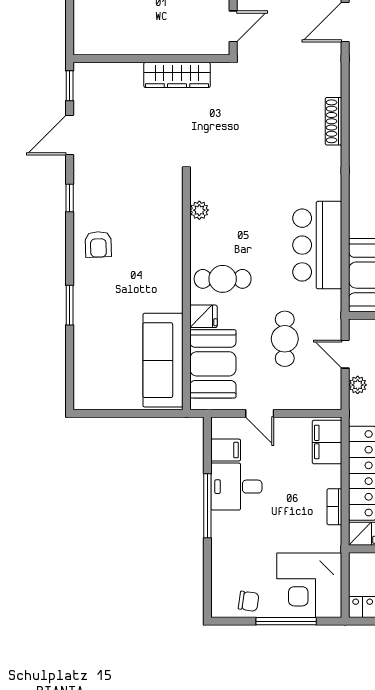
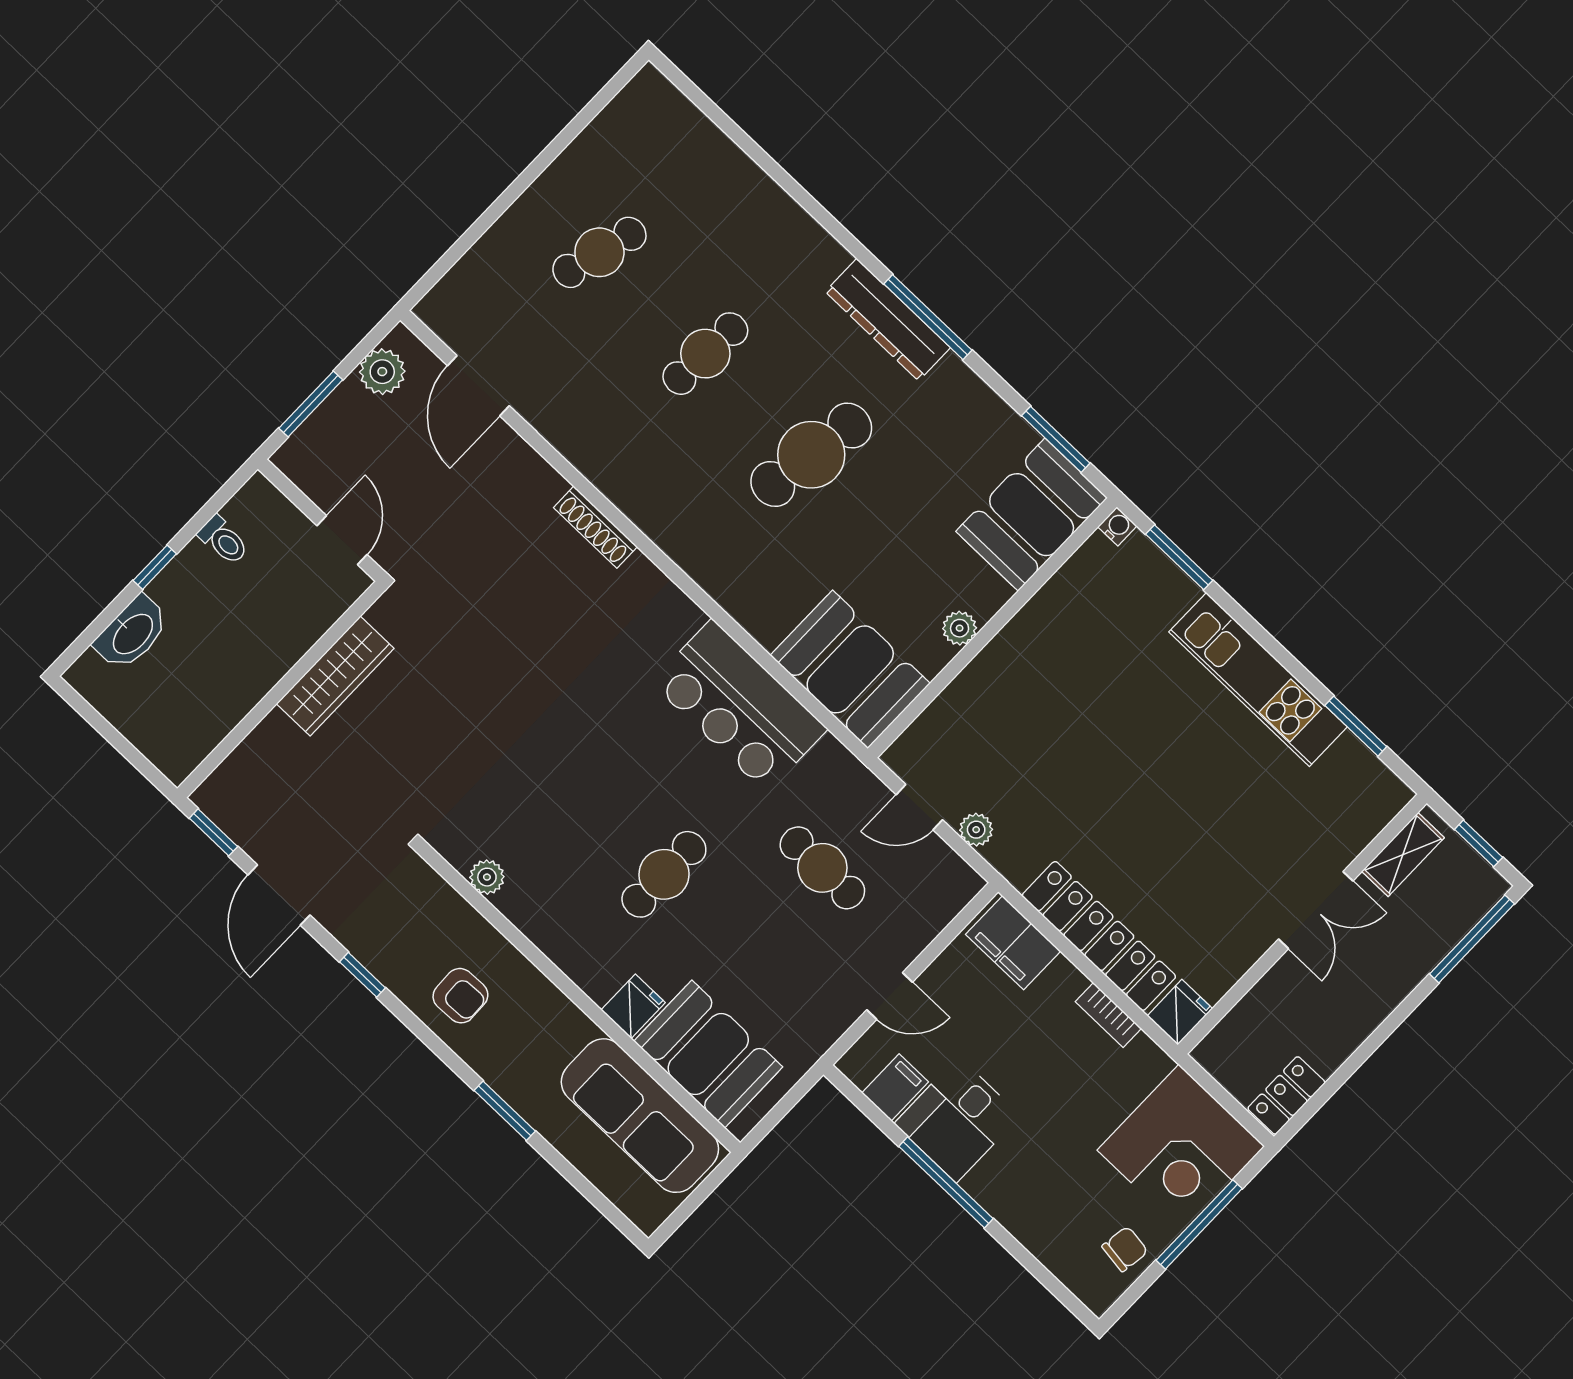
plant: (199, 210) -> (487, 877), moved
wall: (186, 292) -> (579, 998), moved
fridge: (203, 316) -> (633, 1006), moved
sofa: (163, 360) -> (640, 1116), moved
booth: (213, 364) -> (708, 1054), moved

